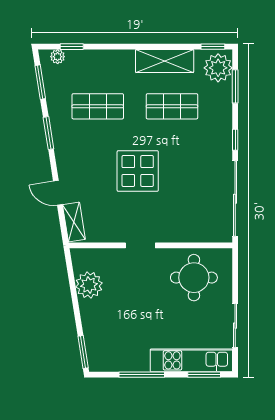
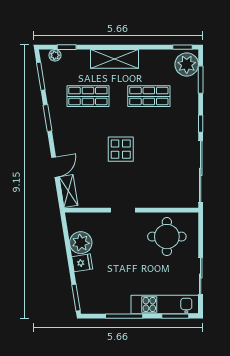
shelving: (165, 61) -> (114, 59), moved
display table: (138, 171) -> (121, 149), width x0.73, depth x0.73
door: (58, 193) -> (55, 167), swing flipped
fridge: (91, 310) -> (82, 263), added

